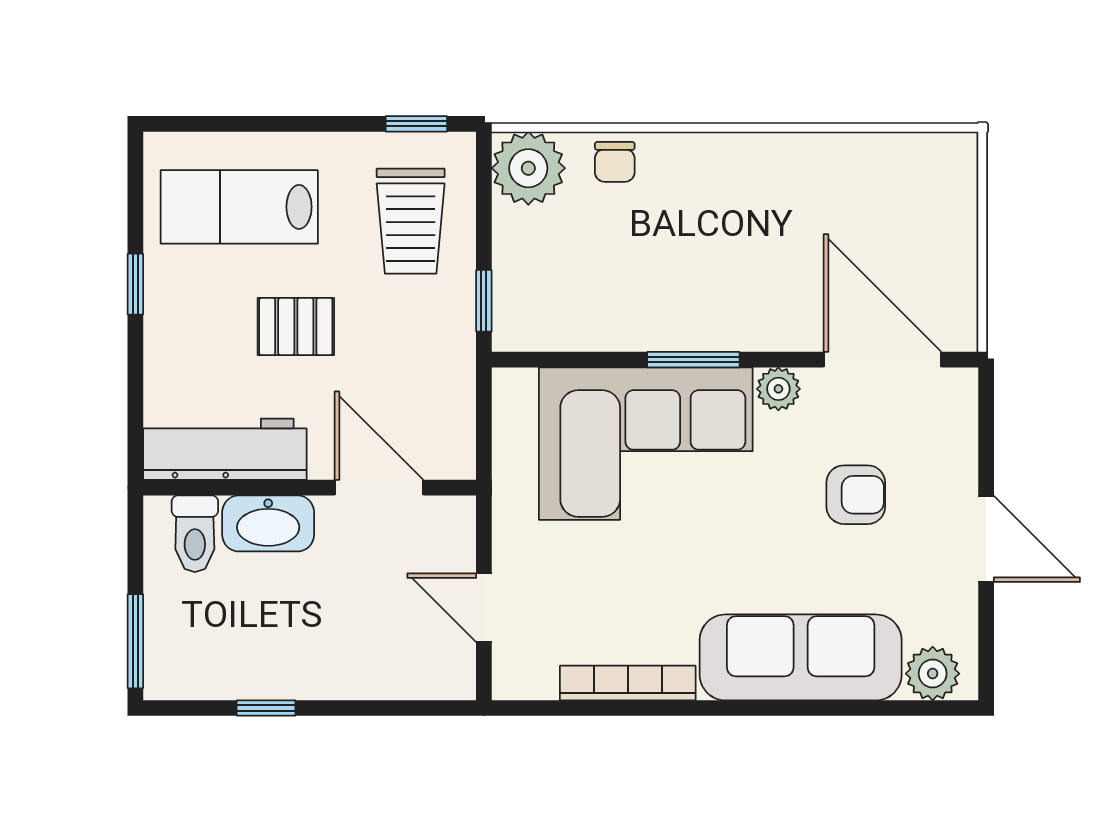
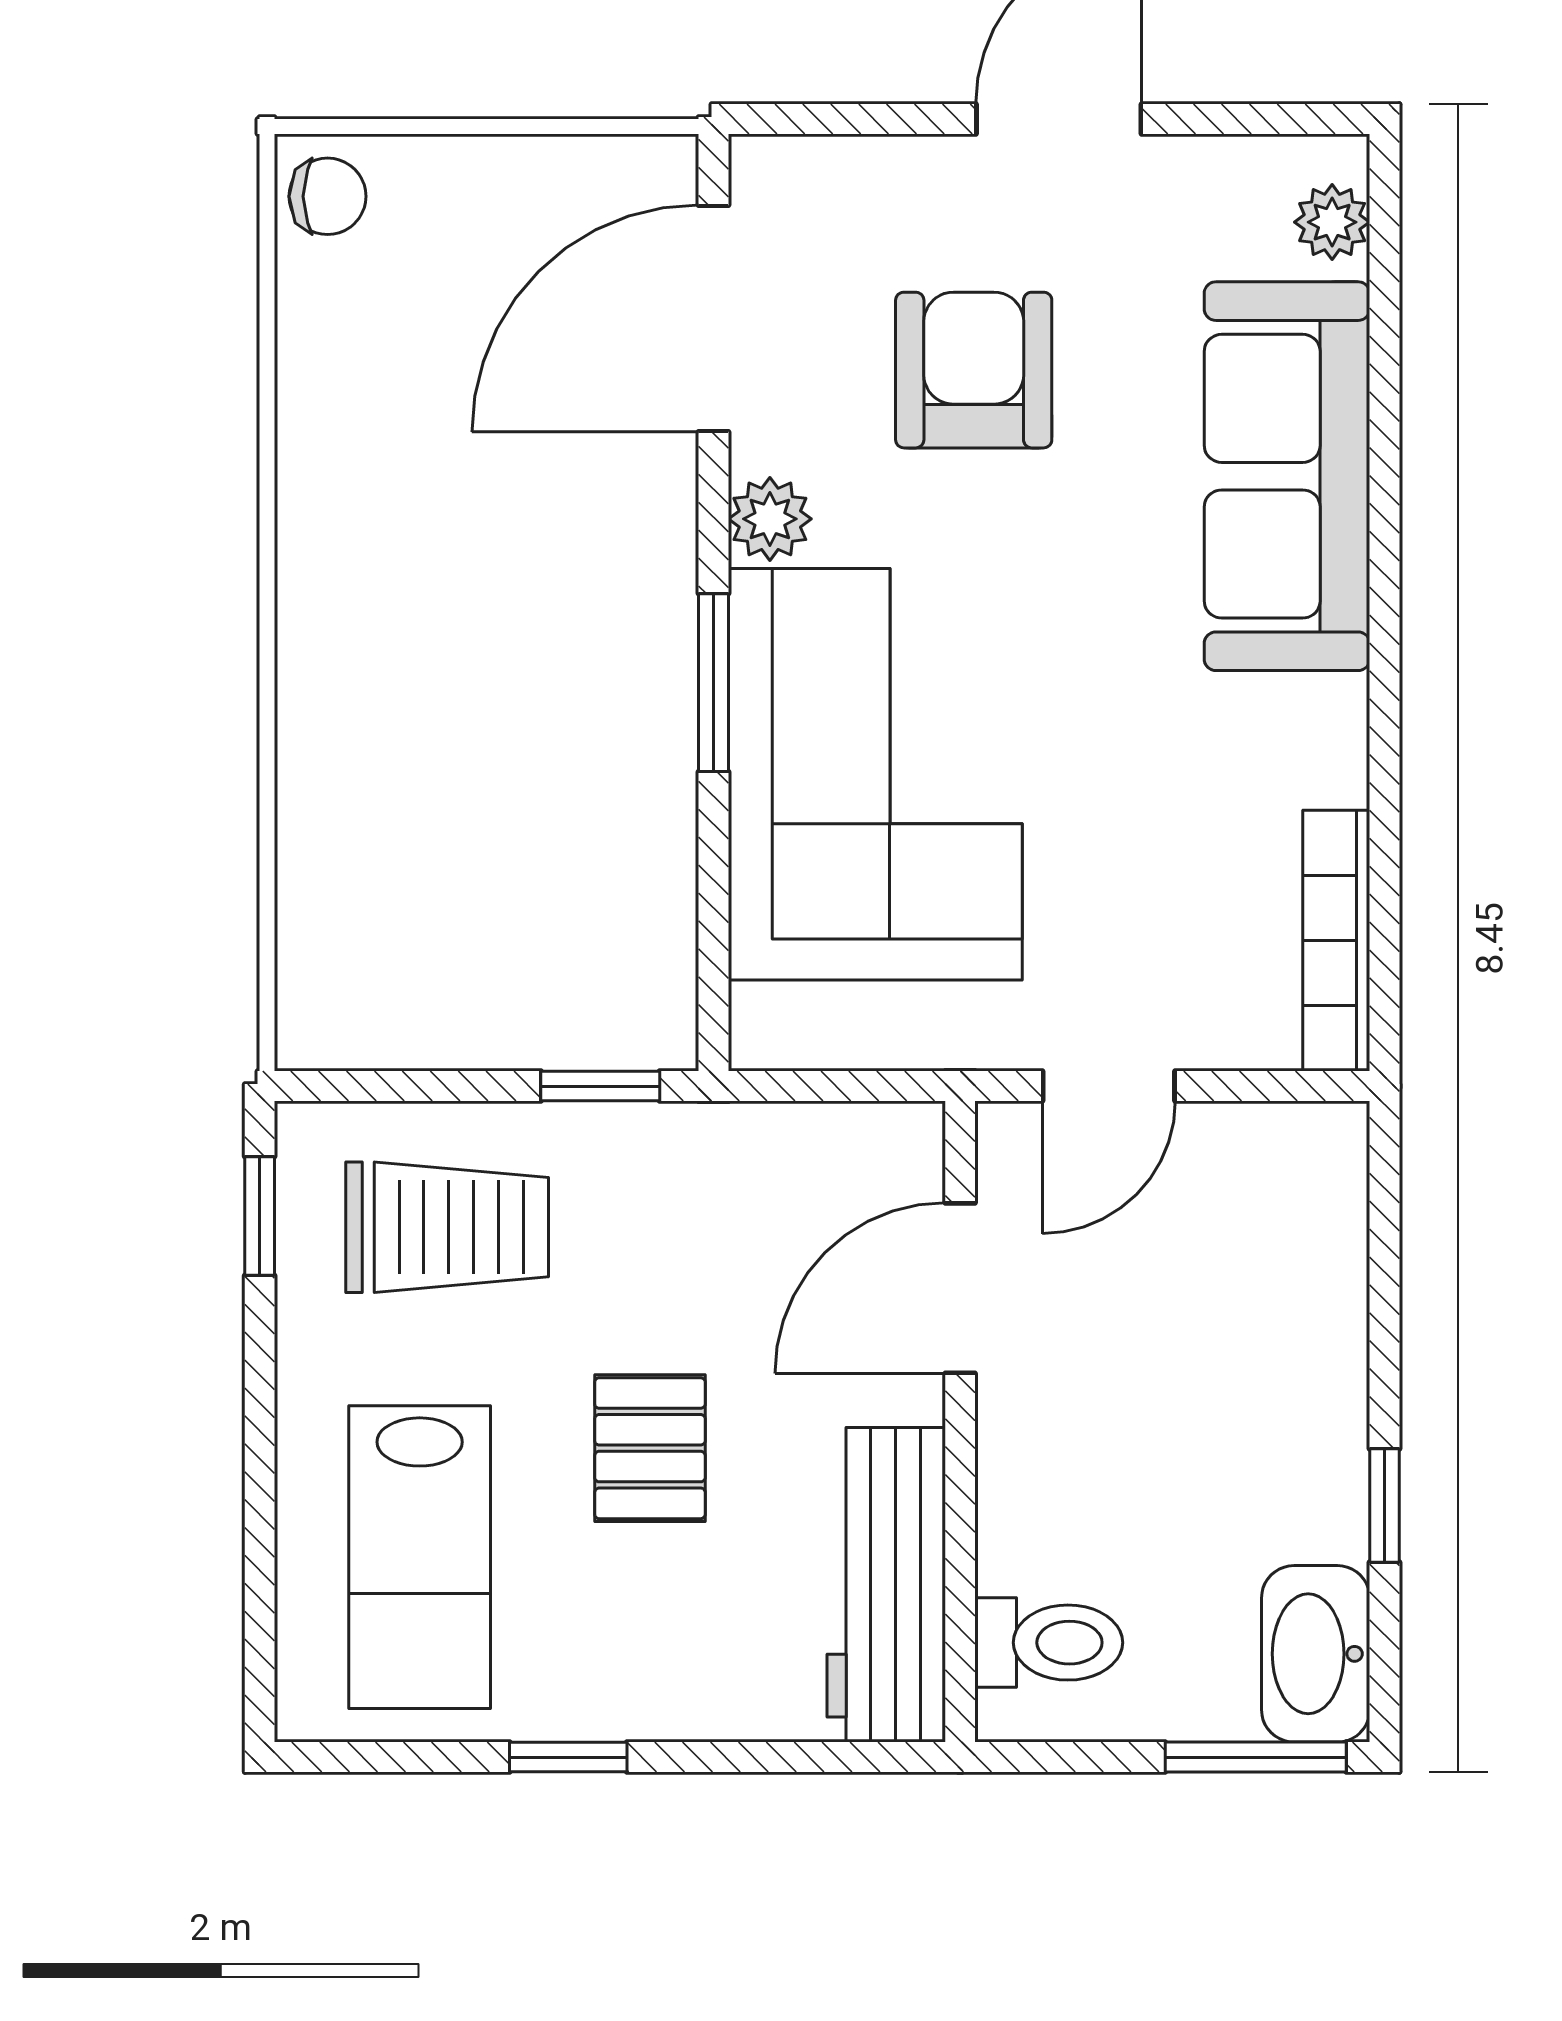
chair: (615, 162) -> (328, 196), moved
plant: (528, 168) -> (345, 1001), removed
armchair: (856, 495) -> (974, 370), width x1.38, depth x1.38
washbasin: (268, 523) -> (1316, 1654), moved, turned 180
door: (484, 608) -> (1109, 1086), moved
plant: (933, 674) -> (1332, 222), width x0.73, depth x0.73
bookcase: (628, 683) -> (1336, 941), moved

